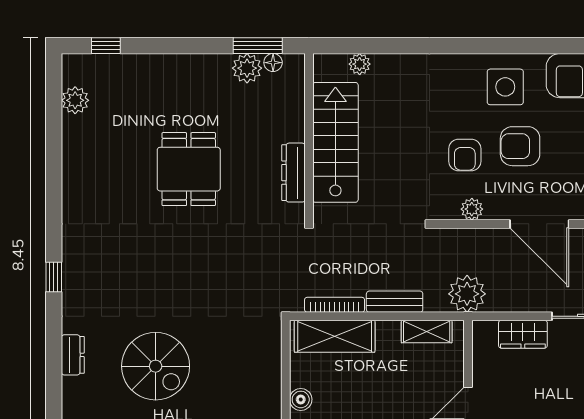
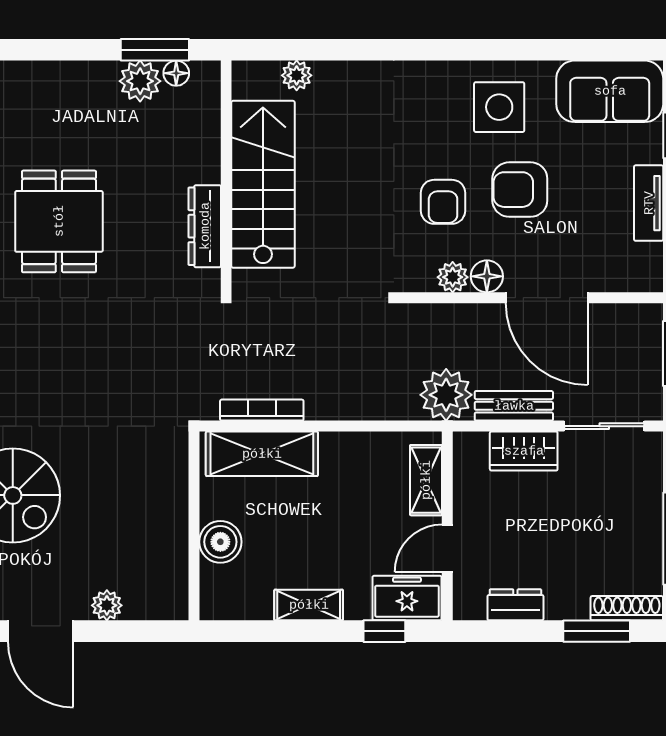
floor lamp: (496, 209) -> (487, 276), added
bench: (395, 302) -> (514, 406), moved
shelving: (427, 332) -> (426, 480), moved, turned 90
boiler: (301, 399) -> (220, 542), width x1.36, depth x1.36

